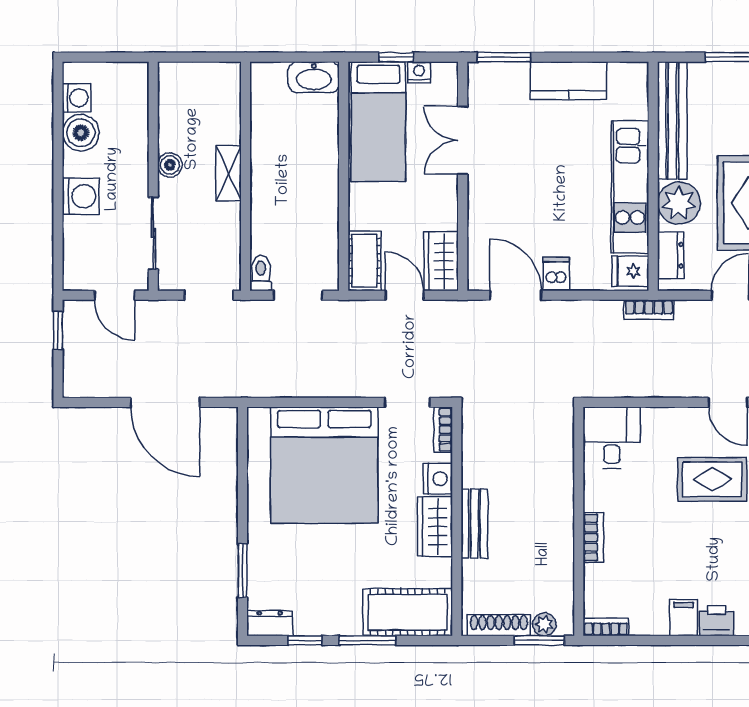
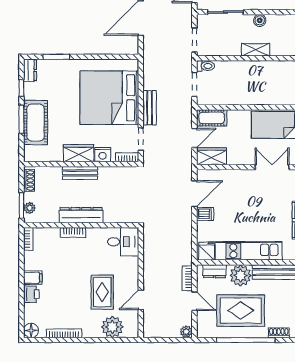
bookcase: (649, 310) -> (187, 278), moved
bench: (344, 385) -> (150, 108), added
dresser: (559, 522) -> (81, 215), added
cot: (408, 612) -> (36, 123), moved
shoe rack: (499, 625) -> (29, 180), width x0.70

